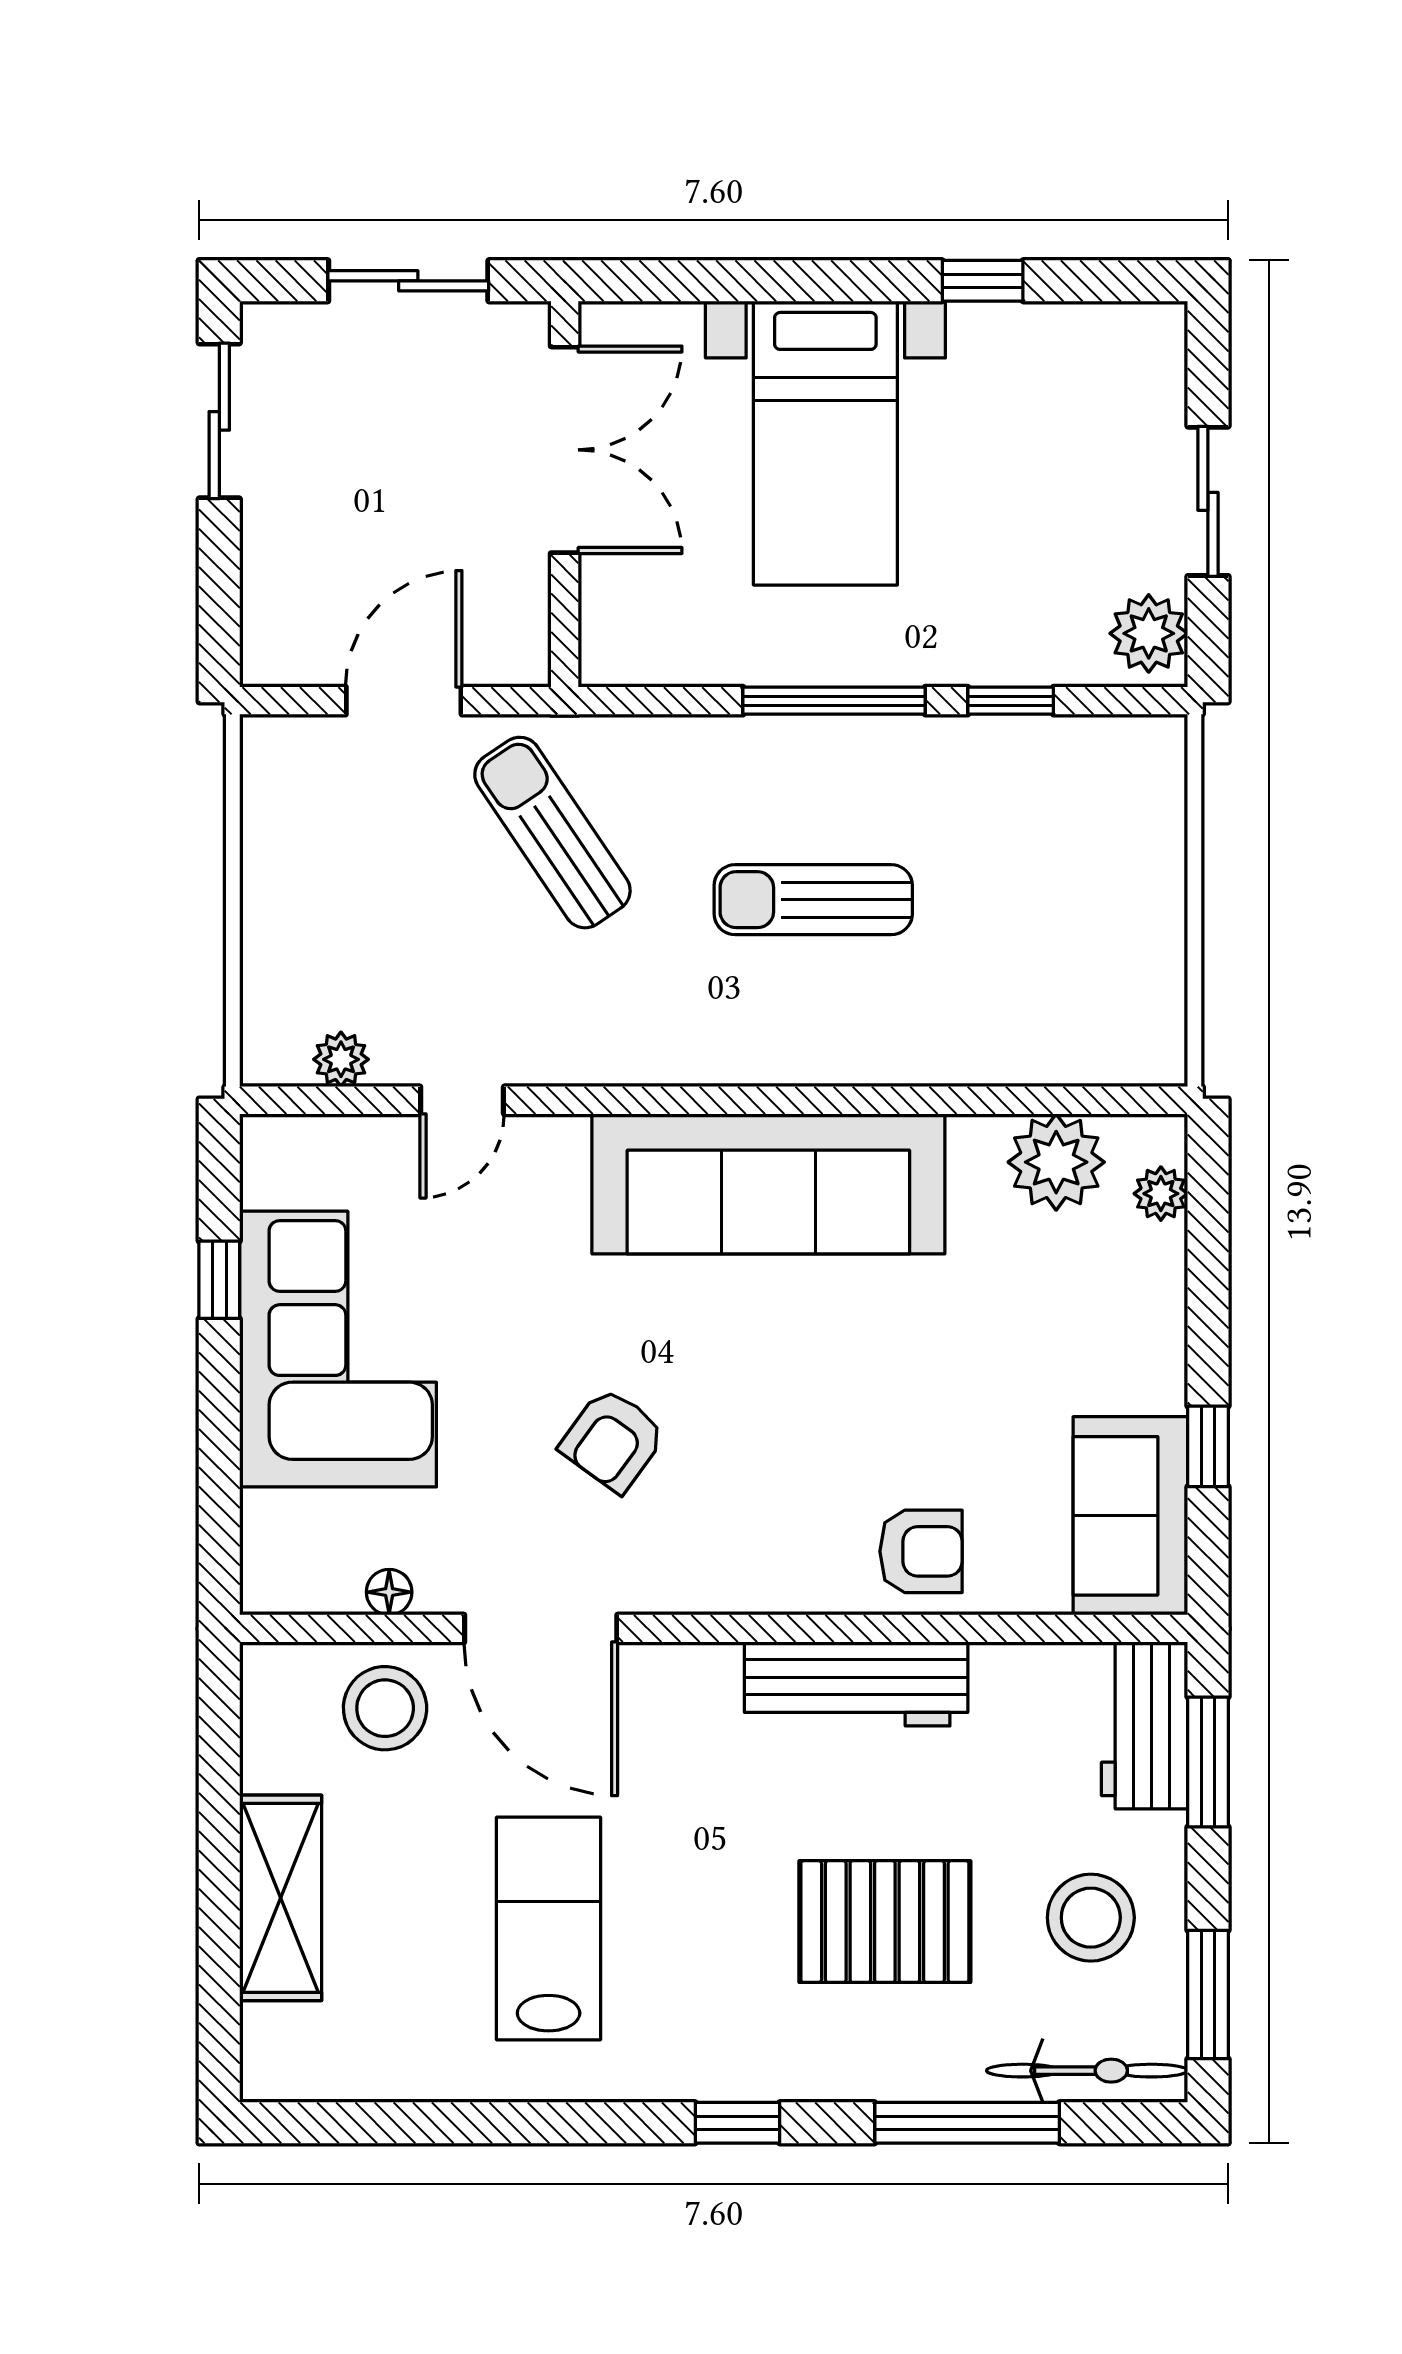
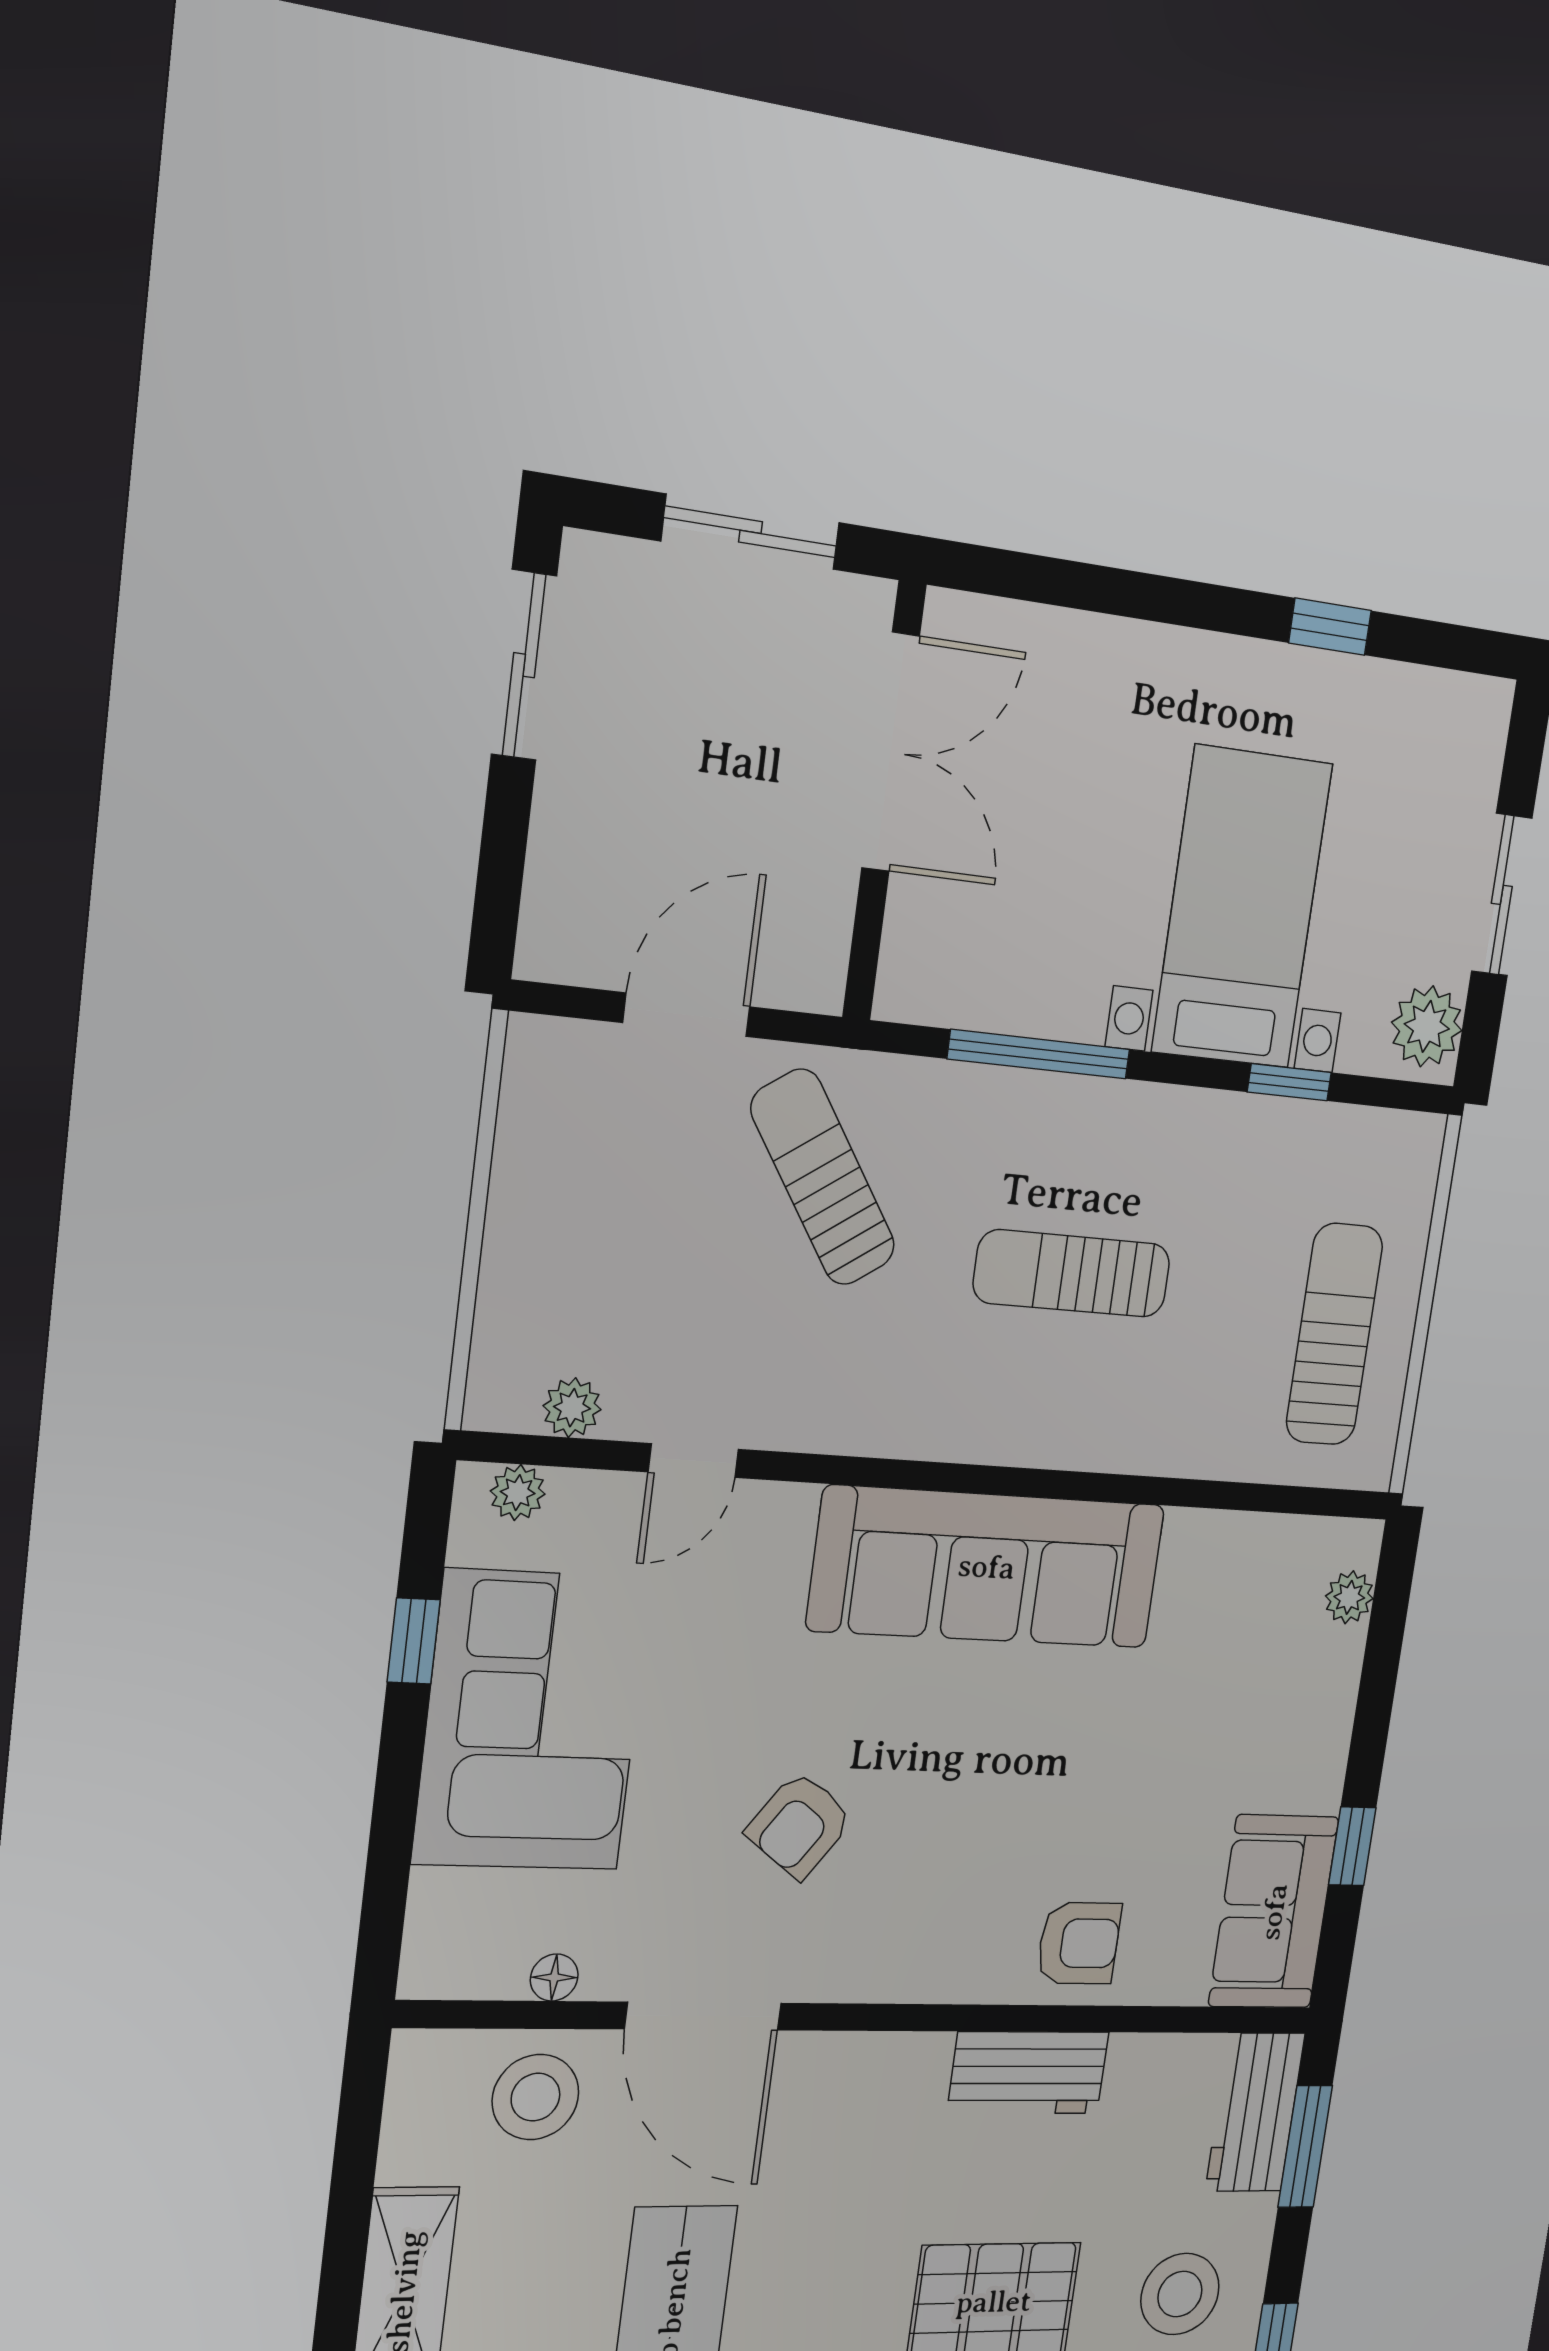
bed with nightstands: (825, 443) -> (1242, 908), moved, turned 180
window: (834, 701) -> (1039, 1054), moved
sun lounger: (1100, 936) -> (1334, 1334), added
plant: (1056, 1162) -> (518, 1493), moved, width x0.53, depth x0.53
workbench: (856, 1684) -> (1028, 2073), width x0.73

